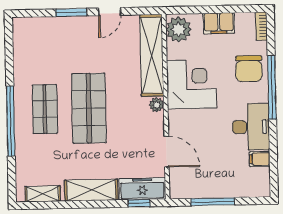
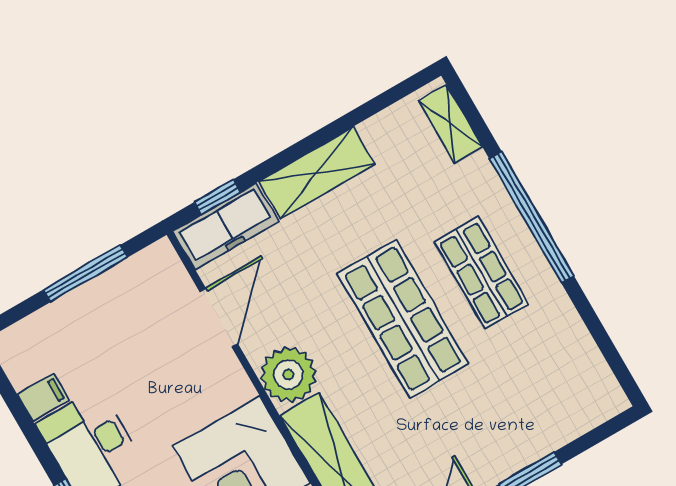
plant: (157, 105) -> (288, 375), width x1.88, depth x1.88
door: (167, 152) -> (219, 318), swing flipped
shelving: (43, 194) -> (450, 124), moved, turned 90

